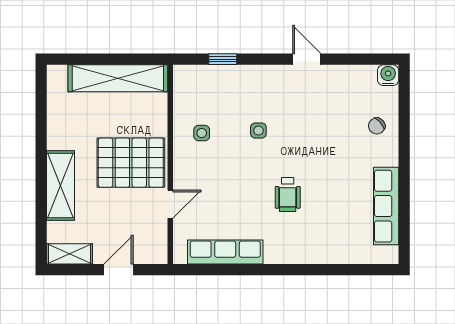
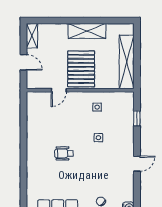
shelving: (60, 185) -> (87, 31), moved
door: (170, 204) -> (59, 90), hinge flipped
row of seats: (225, 252) -> (33, 120), removed

